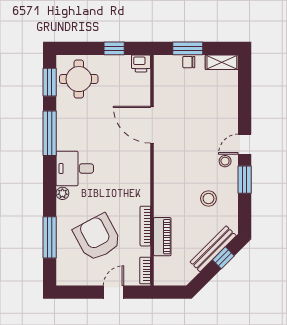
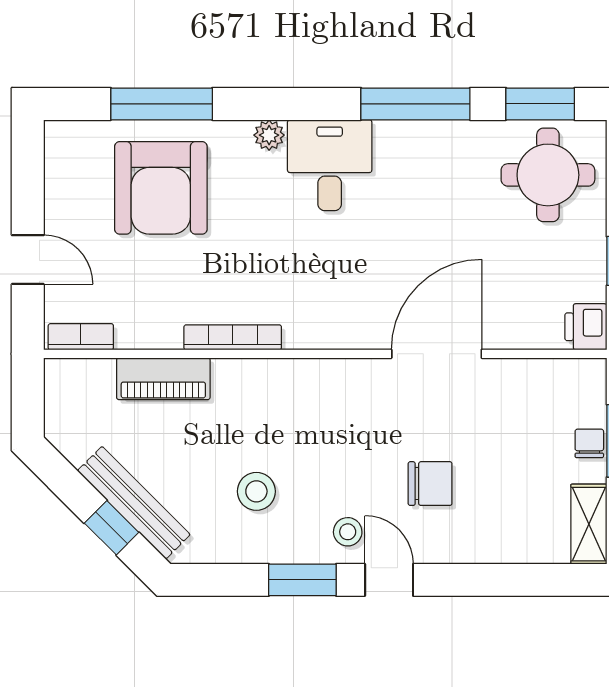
chair: (205, 127) -> (430, 484), added
bookcase: (145, 226) -> (233, 337), moved
armchair: (97, 237) -> (161, 188), moved, turned 118

